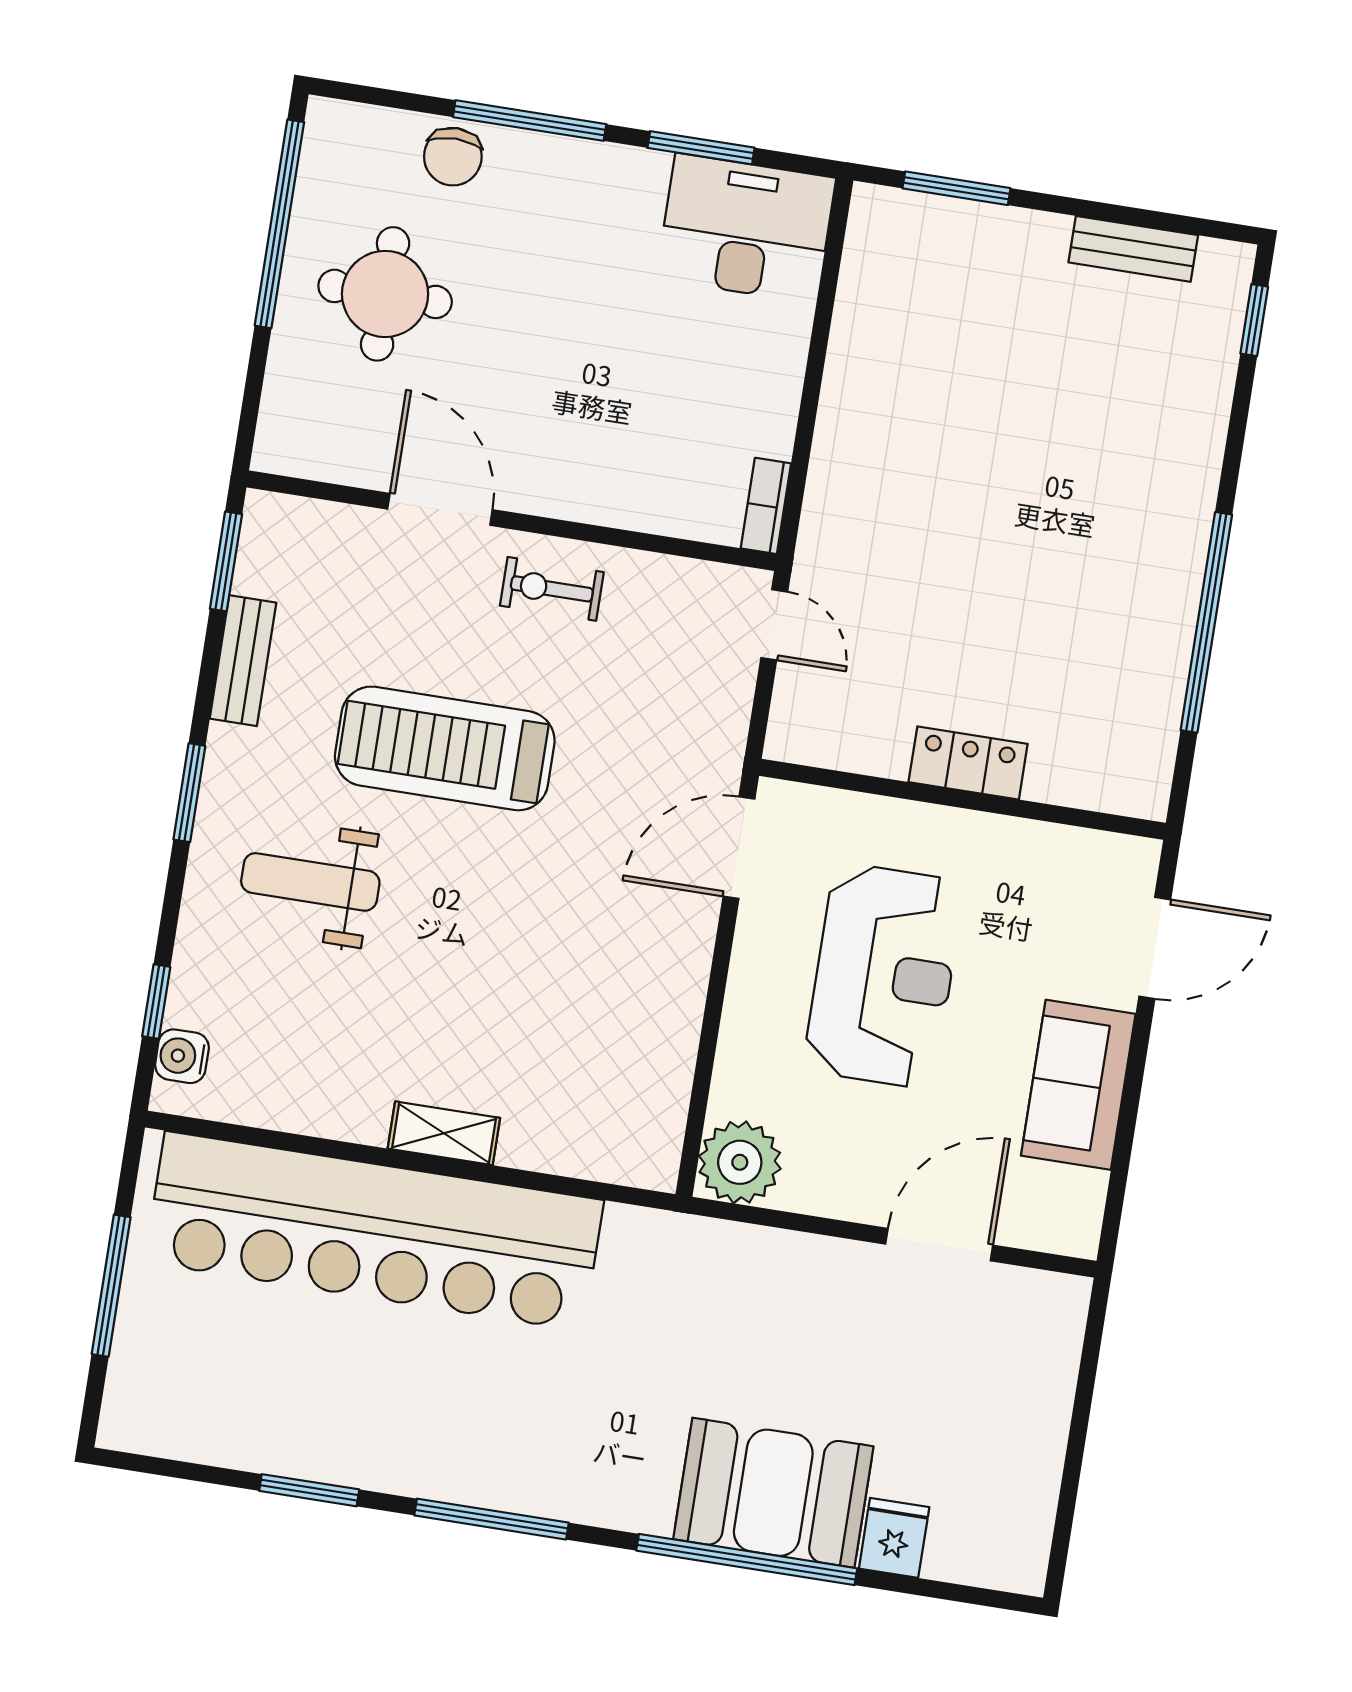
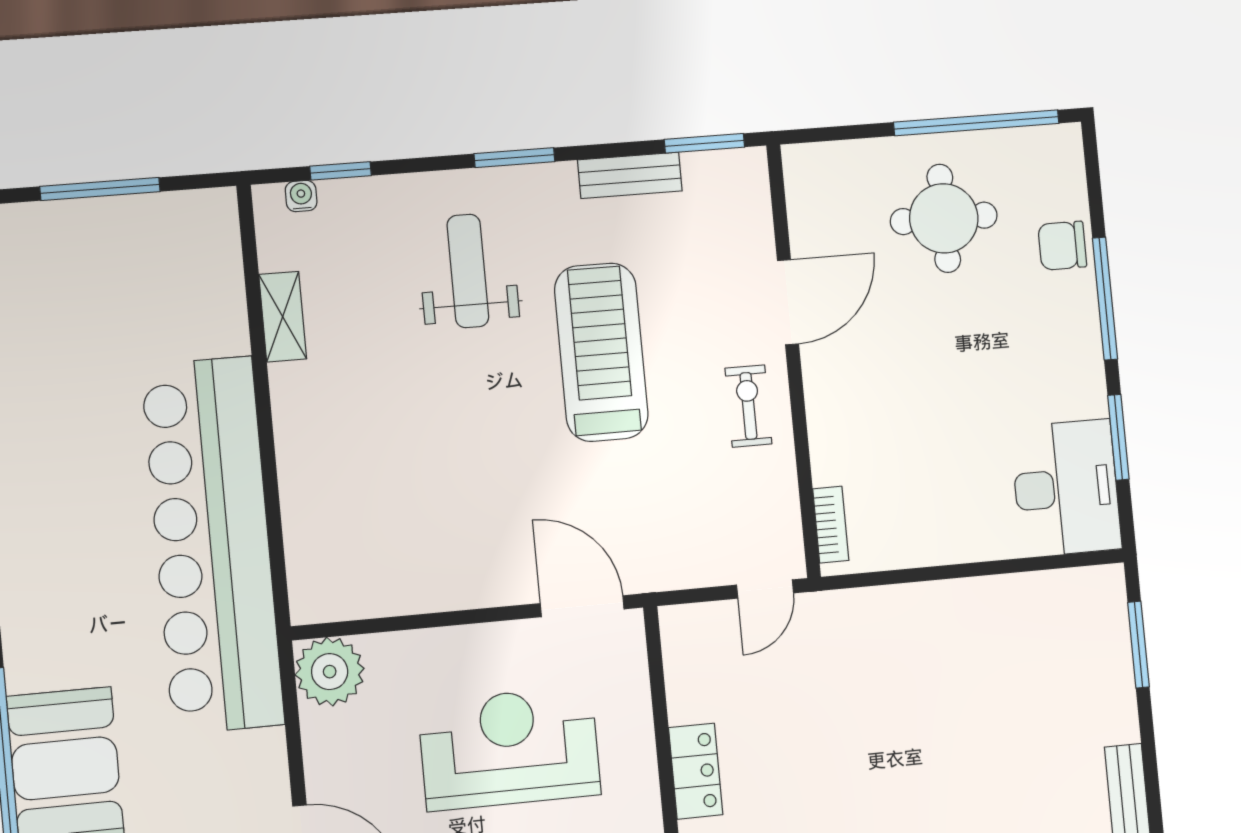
bookcase: (766, 506) -> (831, 525), moved, turned 90
reception desk: (884, 976) -> (509, 748), turned 180
water cooler: (182, 1056) -> (301, 196), width x0.72, depth x0.72
shelving: (444, 1133) -> (283, 317), moved
bar counter: (374, 1231) -> (213, 545), moved

